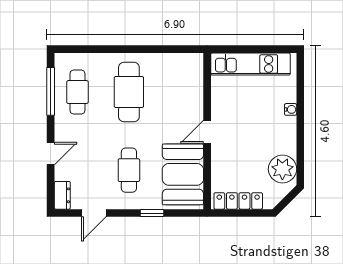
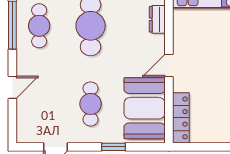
dresser: (62, 195) -> (157, 19), moved, turned 180
locker: (238, 201) -> (181, 118), moved, turned 90

